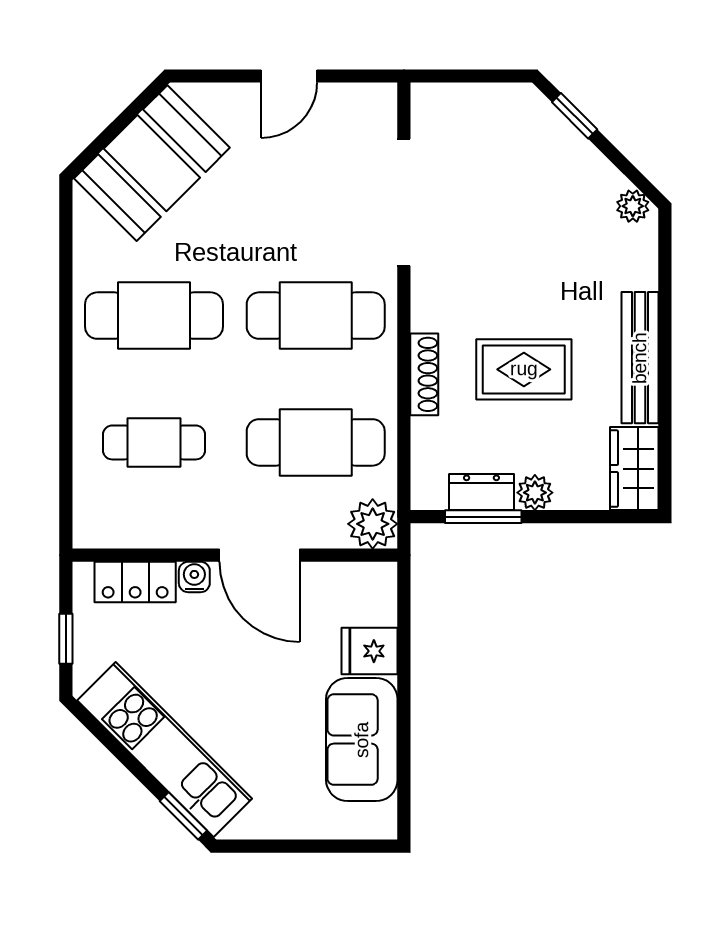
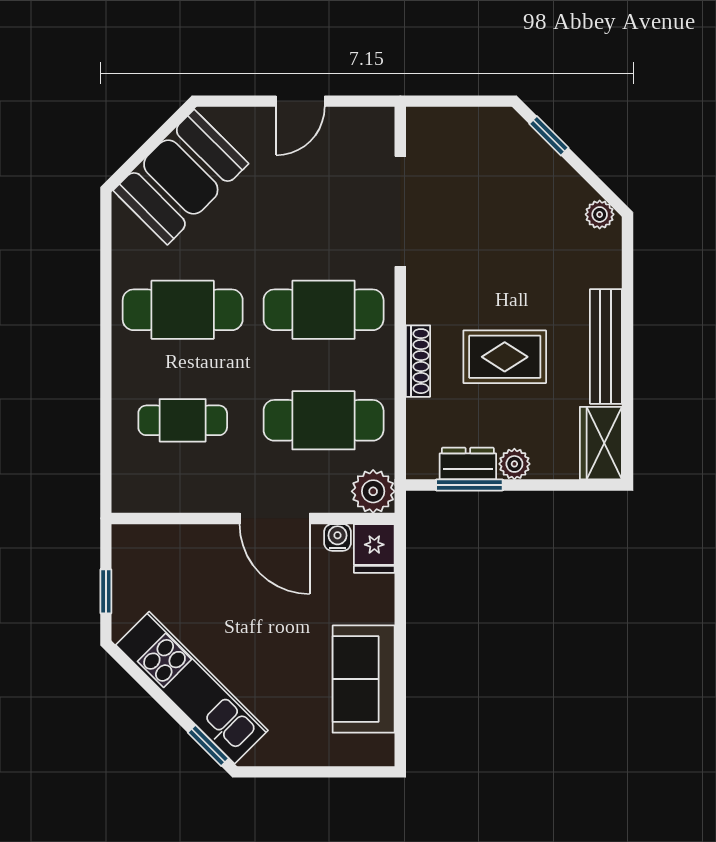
water cooler: (194, 577) -> (337, 537), moved
locker: (135, 582) -> (166, 542), removed
fridge: (369, 651) -> (374, 548), moved, turned -90

